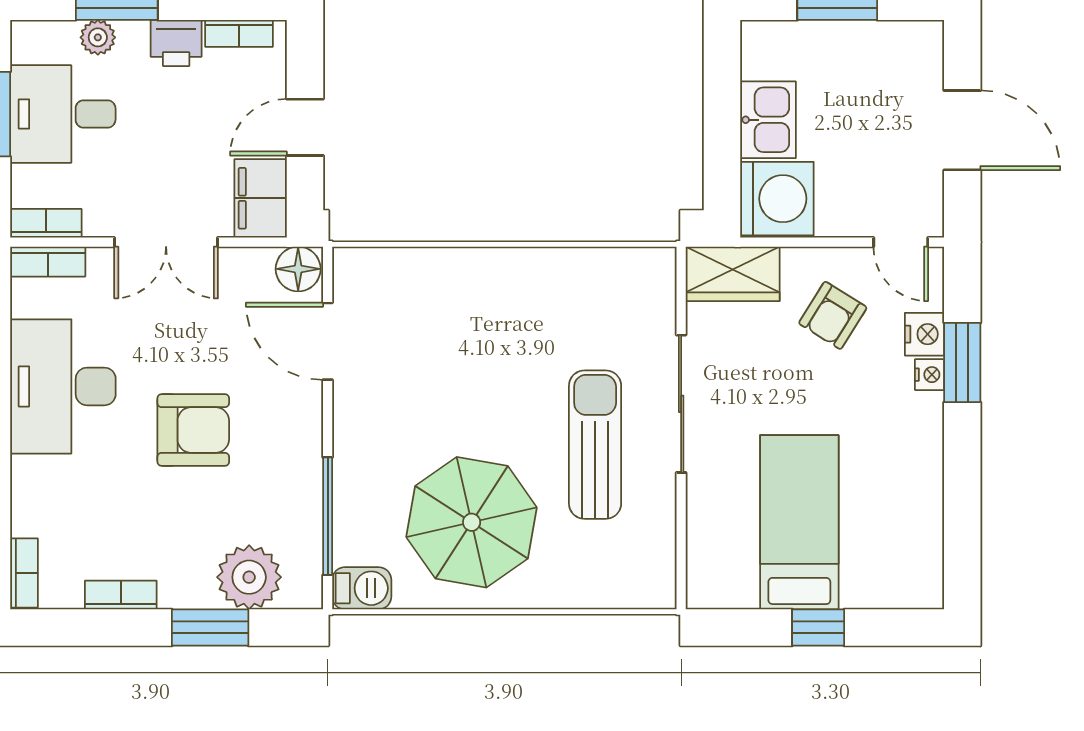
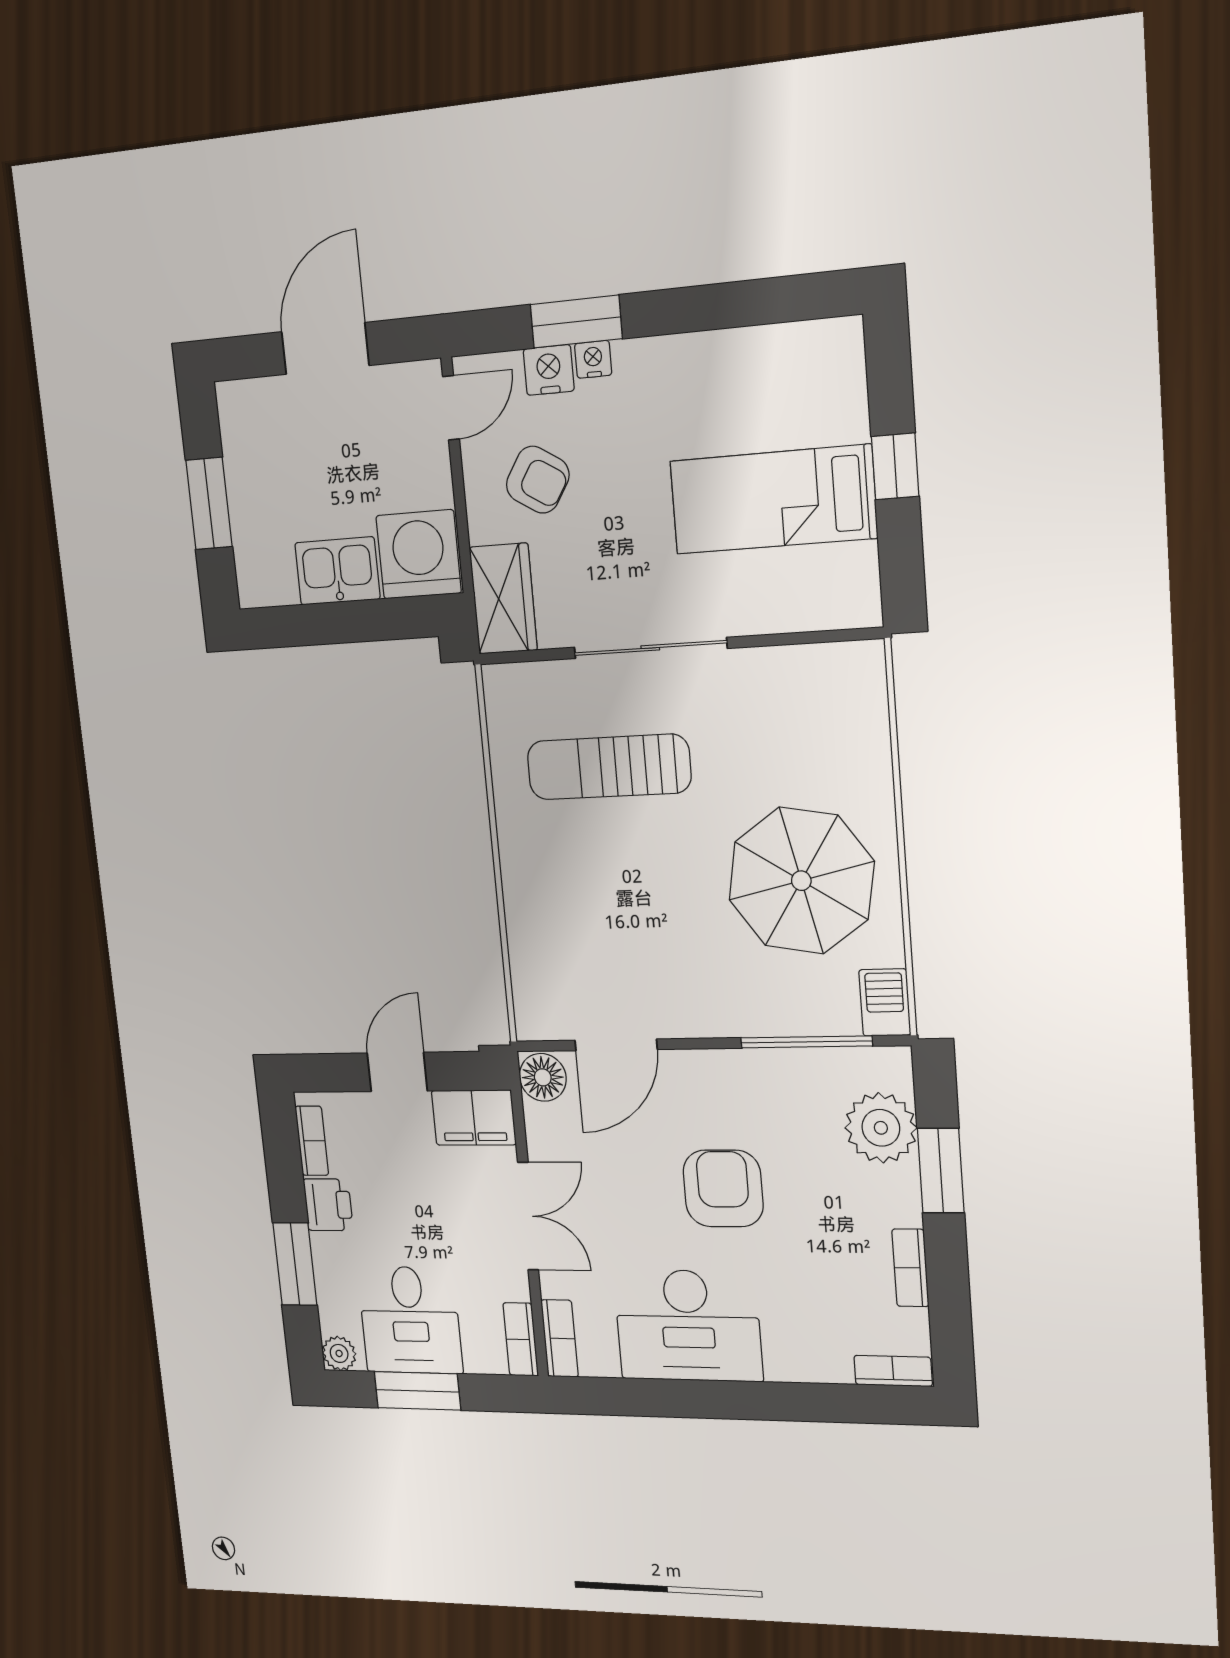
plant: (98, 37) -> (339, 1353), moved
door: (305, 127) -> (397, 1072), swing flipped
sun lounger: (595, 445) -> (609, 767), moved

